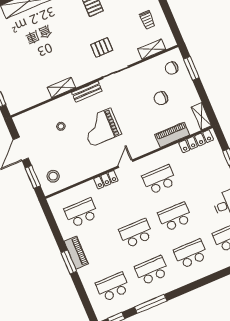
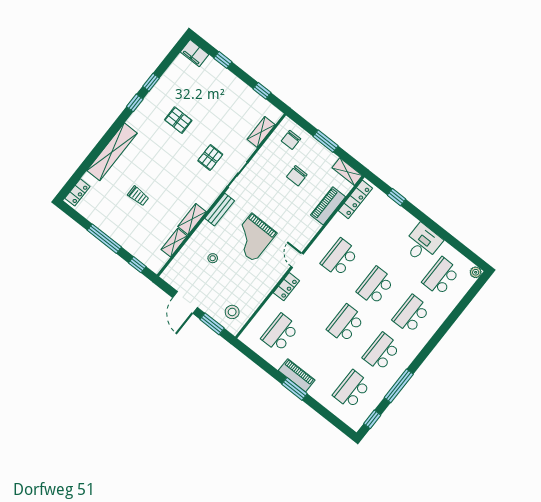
window: (170, 18) -> (262, 91), added
trolley: (147, 20) -> (138, 196), moved
window: (191, 68) -> (326, 141), moved
shelving: (38, 98) -> (174, 243), added

